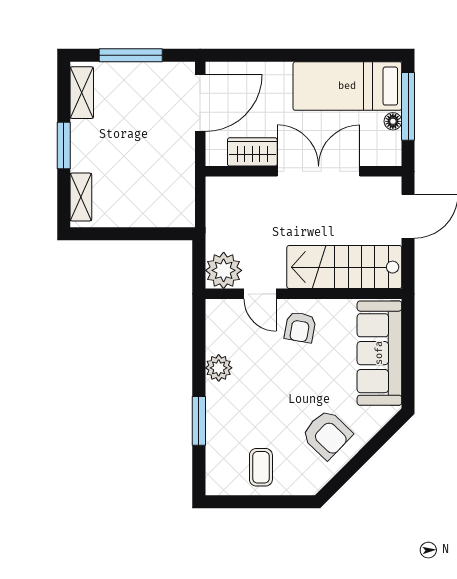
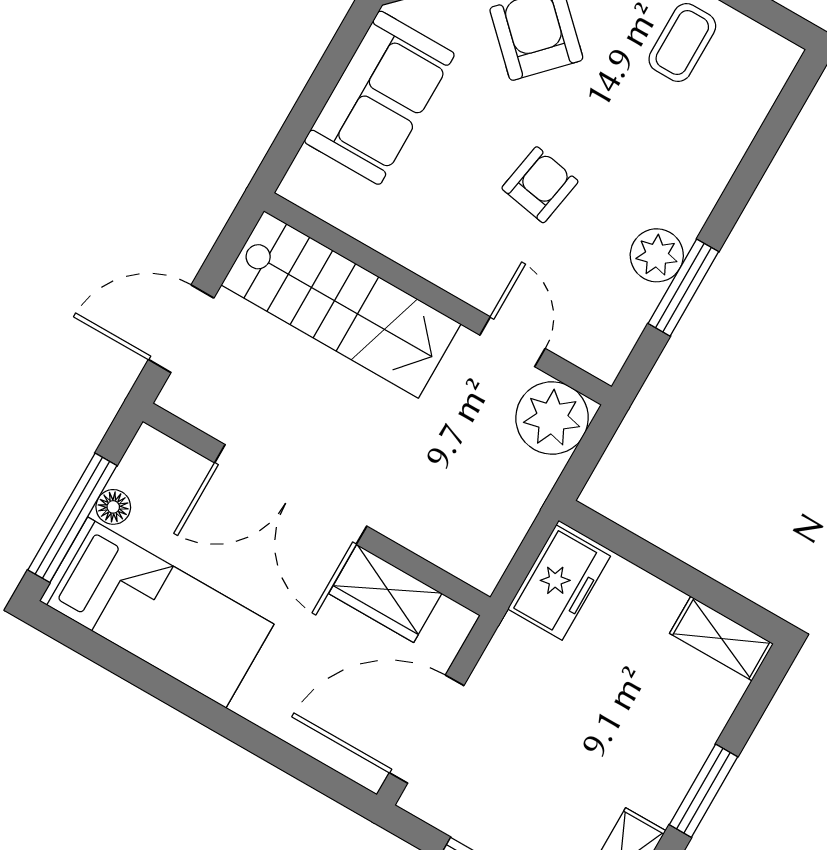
shelving: (81, 197) -> (721, 638), moved, turned 90
freezer: (179, 200) -> (559, 583), added
armchair: (300, 327) -> (540, 185), moved
sofa: (379, 353) -> (379, 98), width x0.73
window: (199, 421) -> (683, 288), moved

